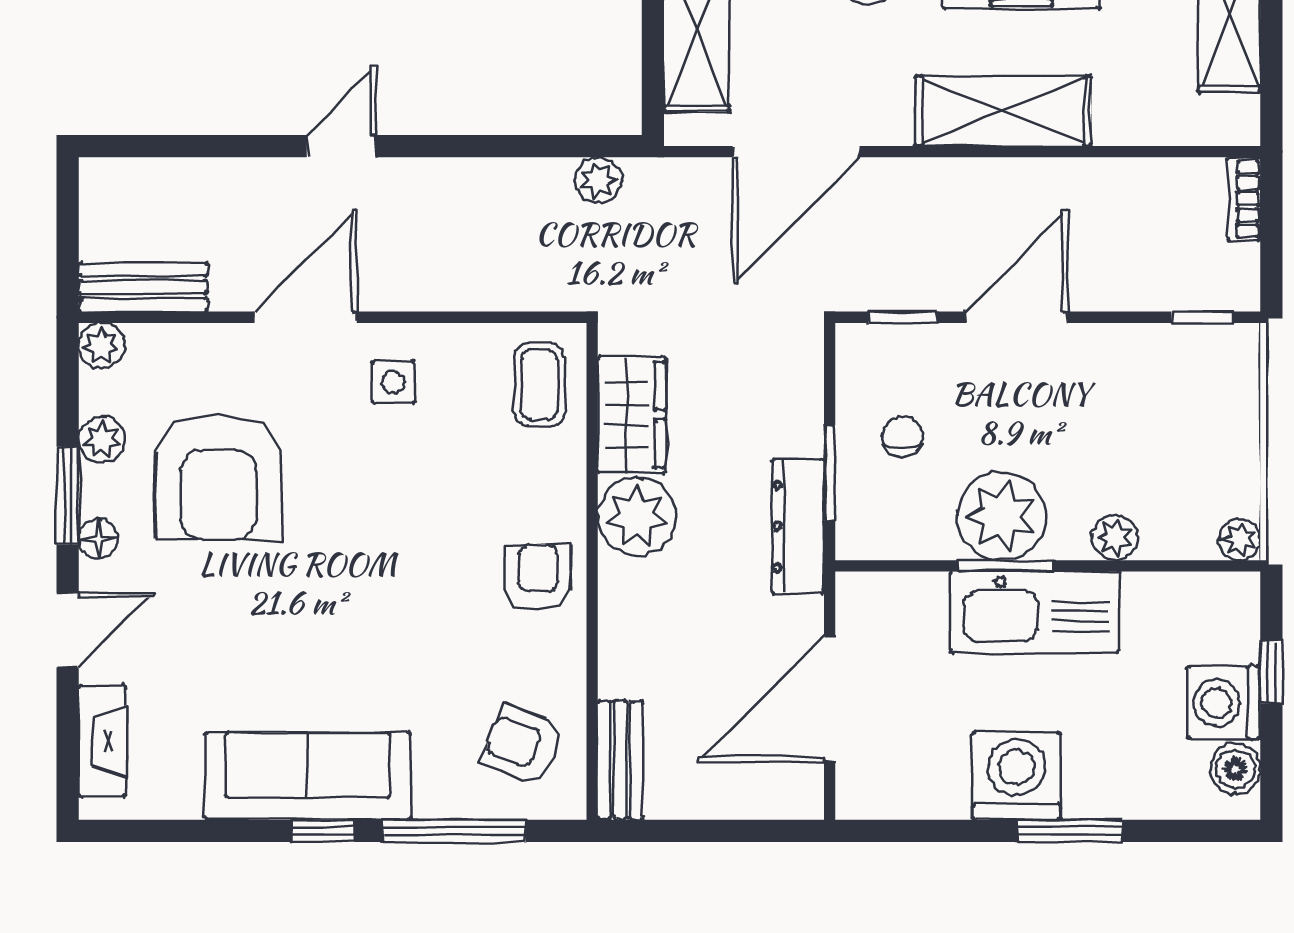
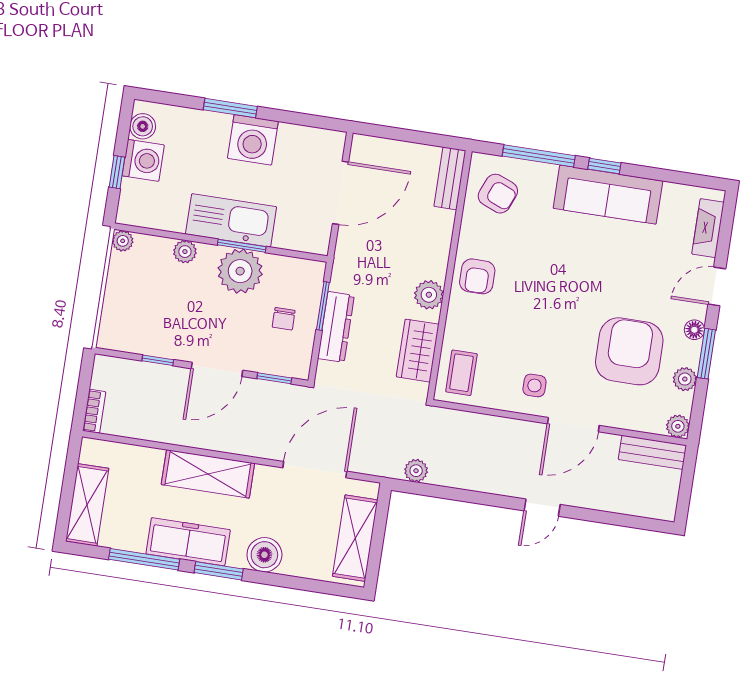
window: (1203, 317) -> (158, 360), moved
plant: (637, 516) -> (429, 295), width x0.73, depth x0.73
dresser: (798, 526) -> (336, 327), moved

